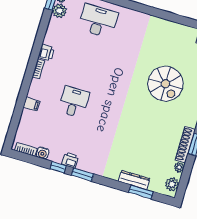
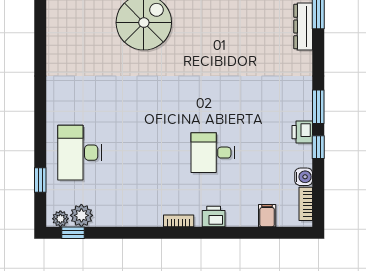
printer: (46, 53) -> (214, 217), moved
filing cabinet: (31, 104) -> (267, 216), moved

